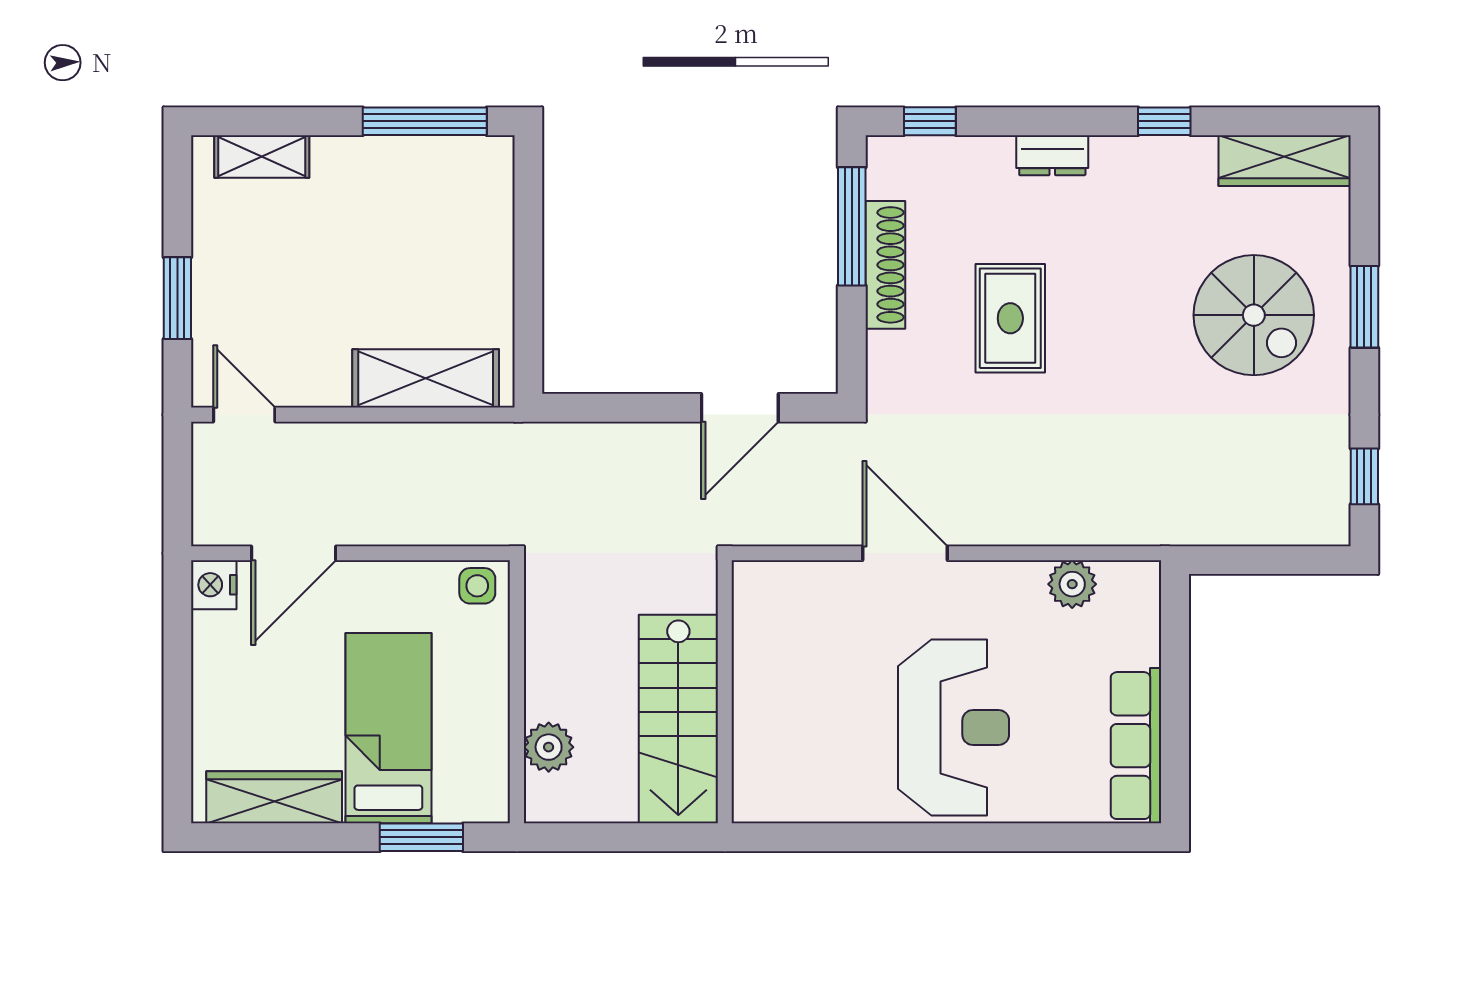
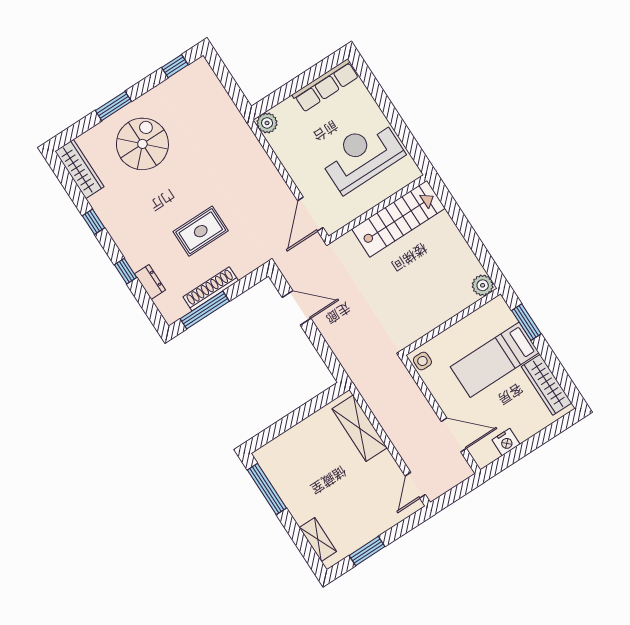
window: (930, 121) -> (125, 271), moved
dresser: (1052, 155) -> (150, 282), moved
window: (177, 298) -> (367, 551), moved
plant: (1072, 584) -> (267, 123), moved
nightstand: (214, 585) -> (506, 442), moved
wall: (725, 692) -> (378, 208), moved
stairs: (678, 719) -> (398, 219), moved
plant: (549, 747) -> (483, 285), moved

